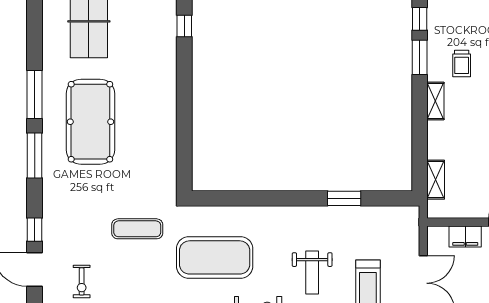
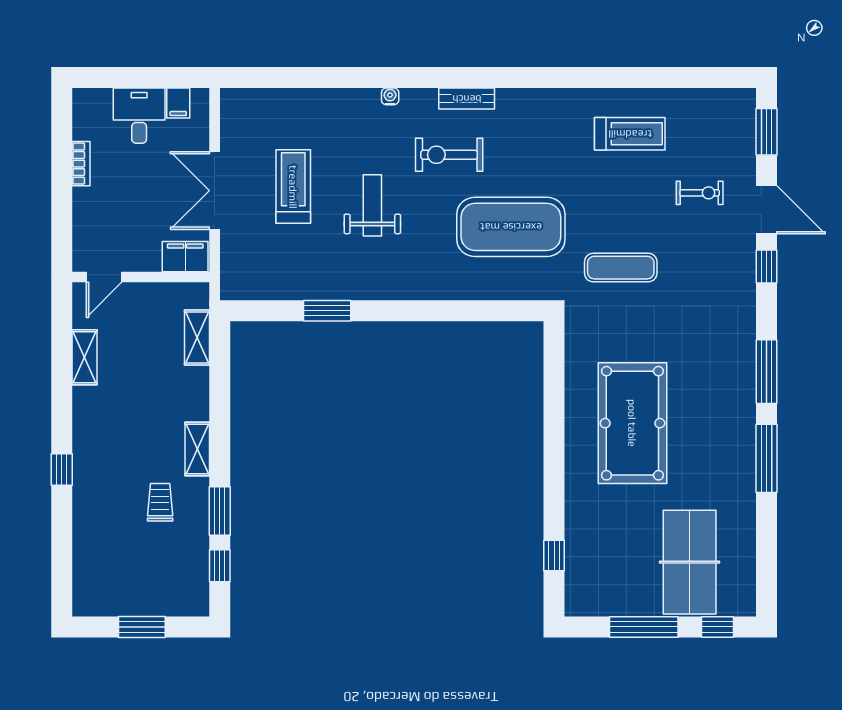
pool table: (90, 122) -> (632, 423), moved
filing cabinet: (465, 236) -> (185, 257), moved
exercise bike: (82, 281) -> (700, 193), turned 90

